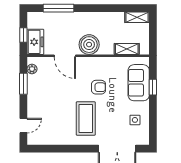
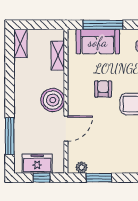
freezer: (35, 42) -> (37, 164), moved
window: (153, 87) -> (103, 25), width x2.17

